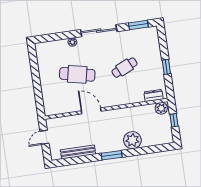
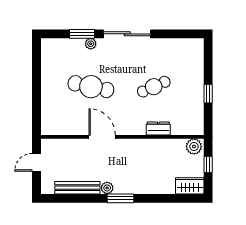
window: (138, 25) -> (82, 34), moved
dresser: (154, 96) -> (158, 129), moved
wardrobe: (162, 138) -> (190, 186), added
plant: (132, 140) -> (107, 188), moved, width x0.53, depth x0.53

